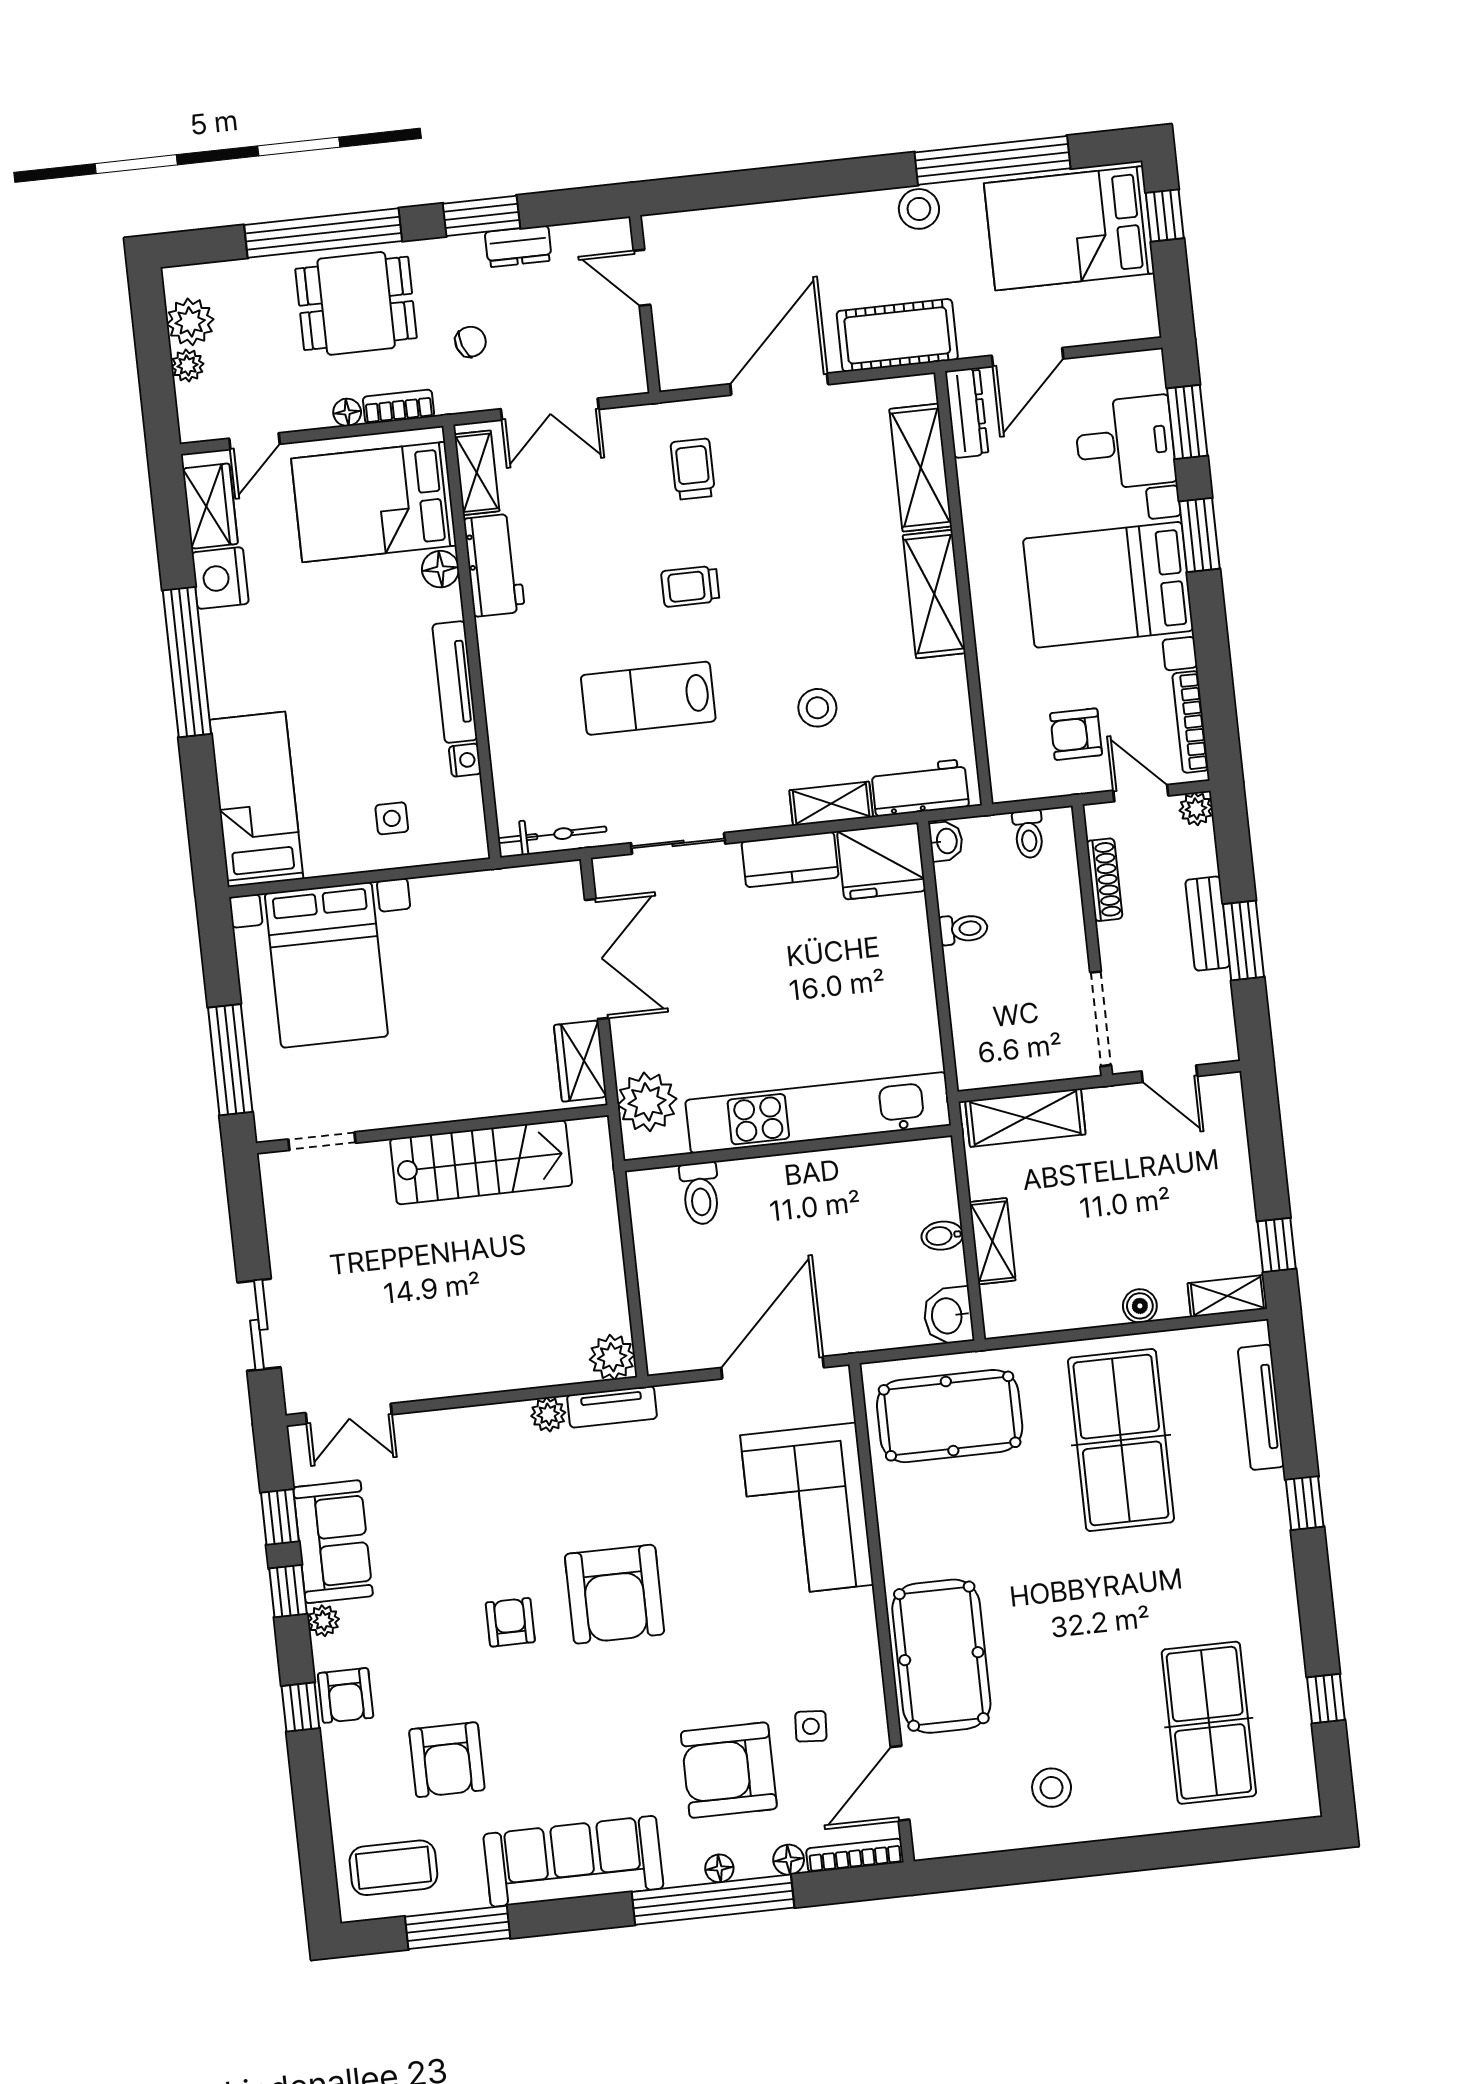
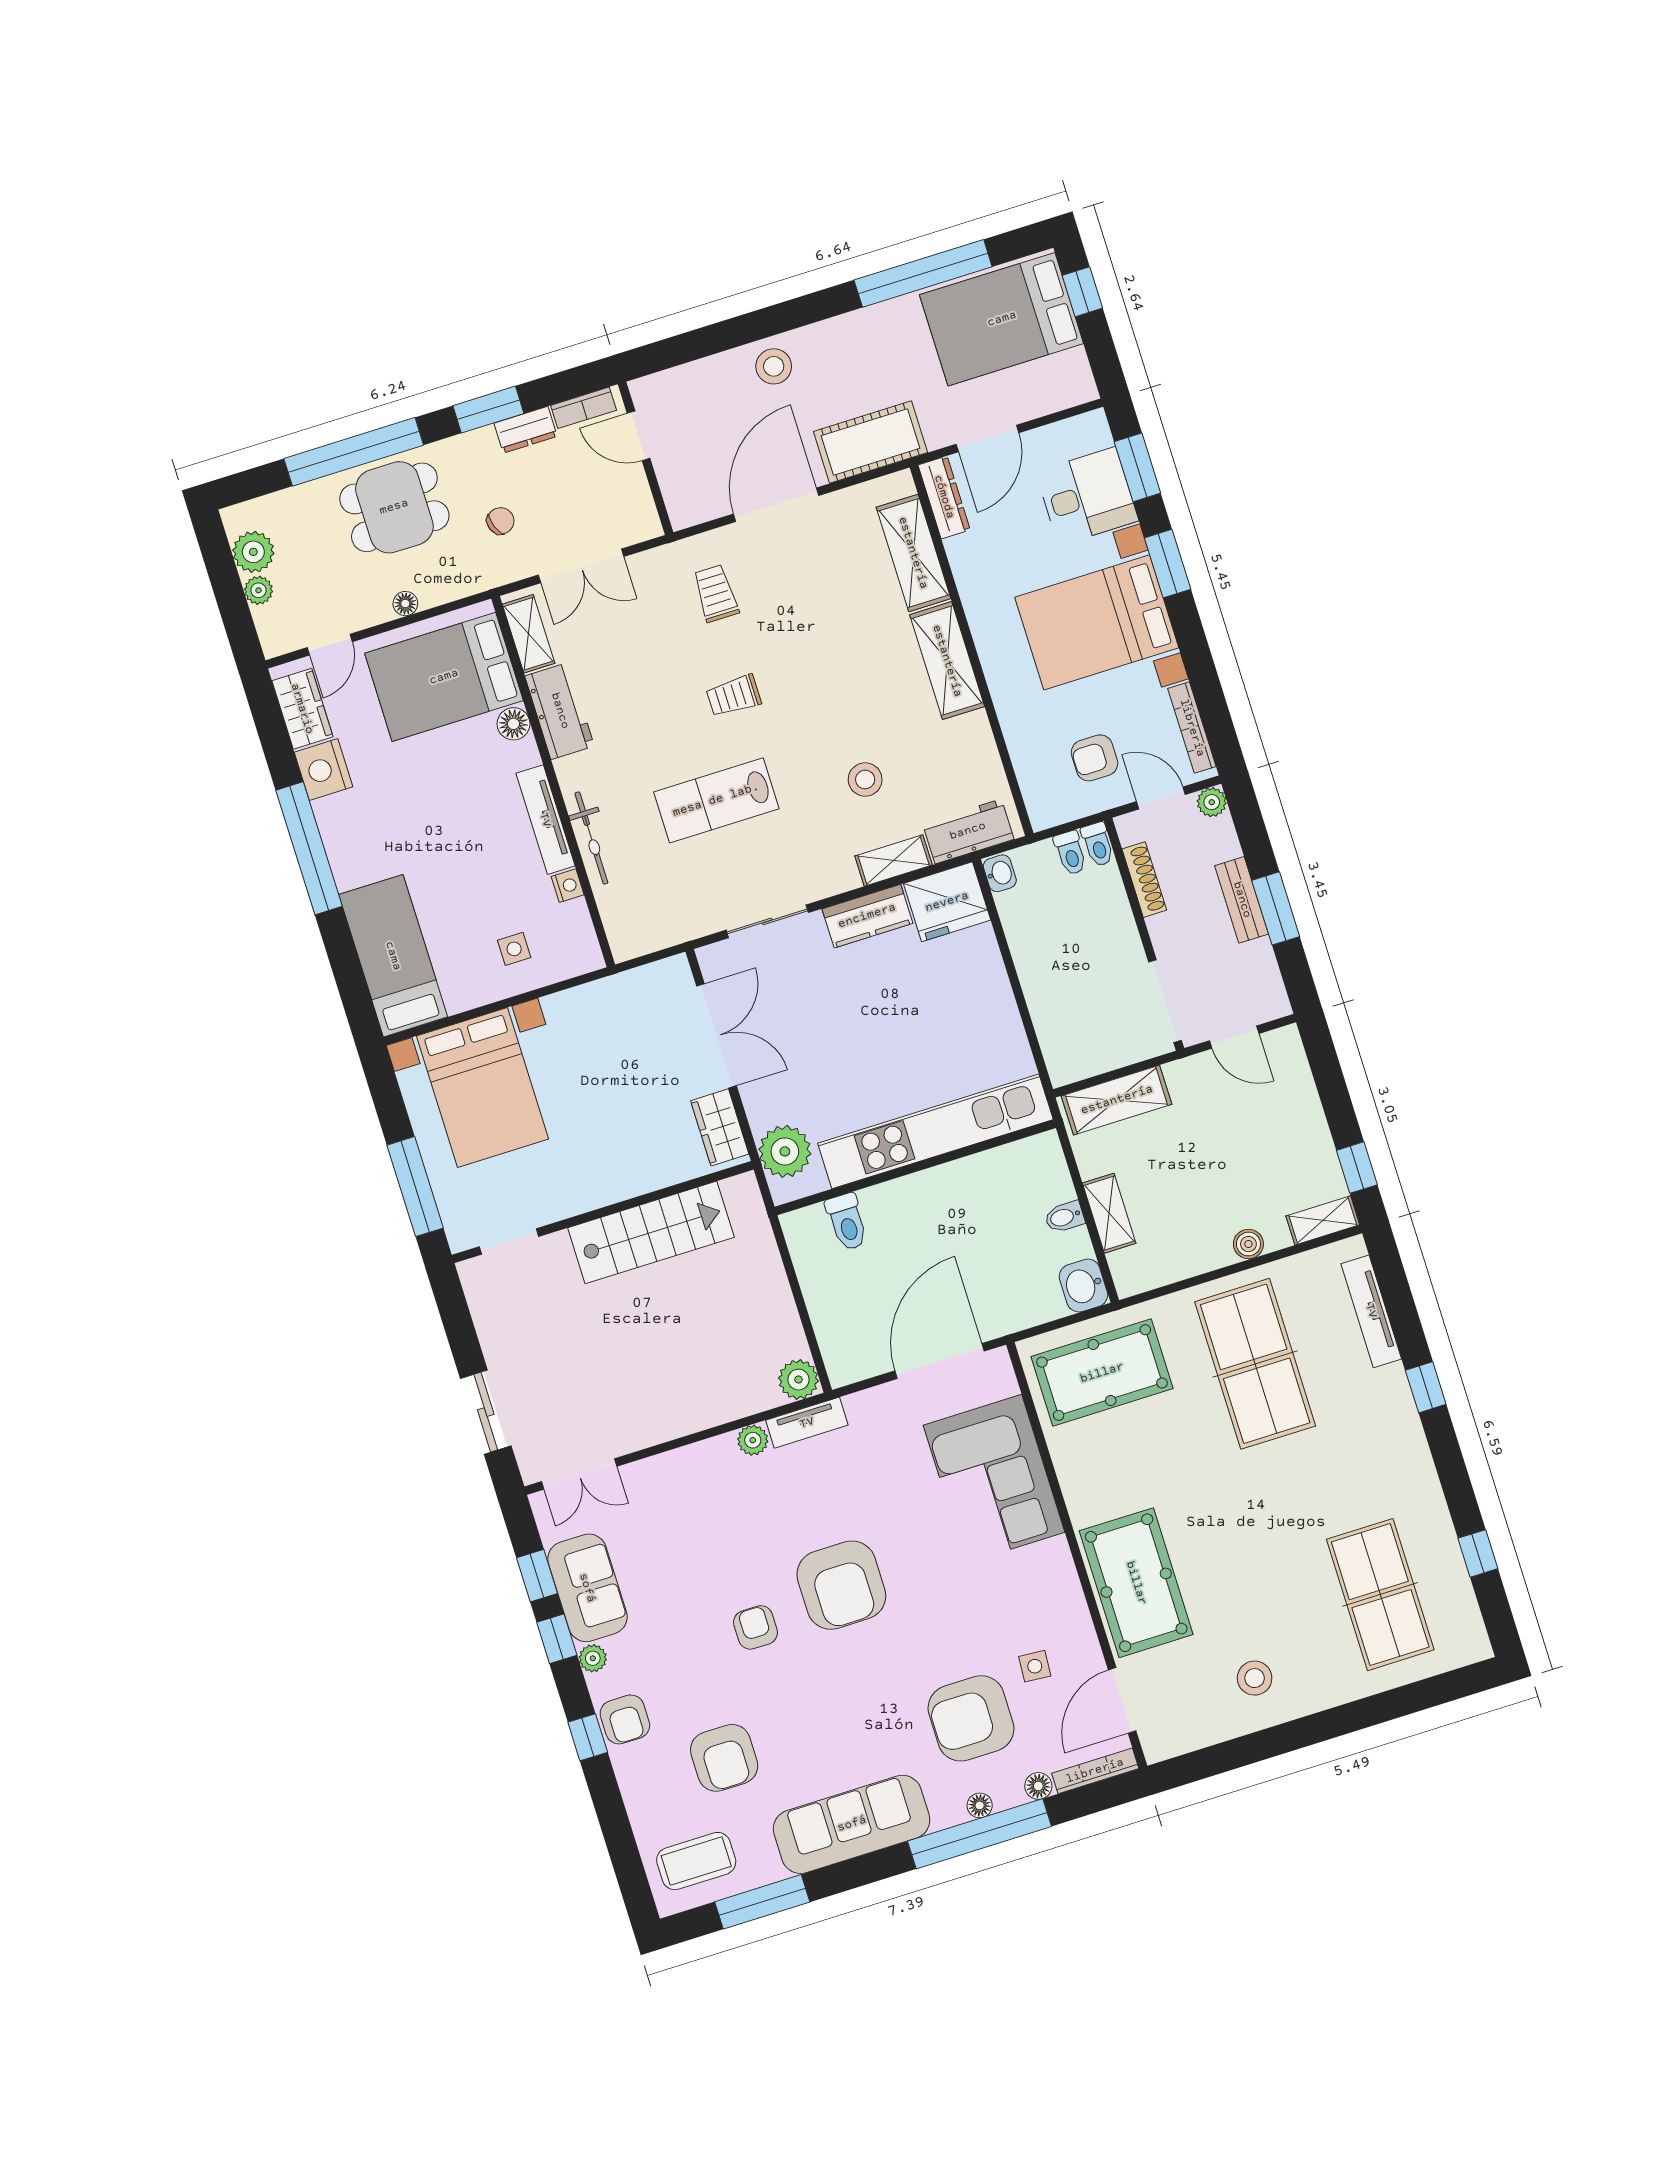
stool: (919, 209) -> (774, 366), moved
bookcase: (398, 407) -> (584, 408), moved, turned 180
bicycle: (552, 835) -> (591, 838), moved, turned 90
toilet: (963, 929) -> (1098, 844), moved, turned 90

